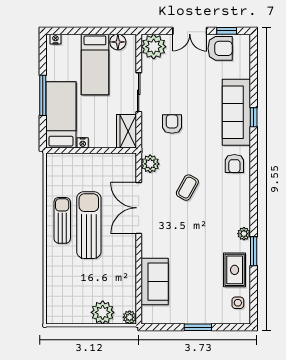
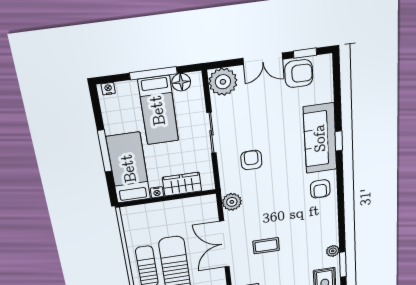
window: (95, 31) -> (153, 73), added
wardrobe: (127, 131) -> (182, 184), moved, turned 90
coffee table: (187, 188) -> (266, 246), moved, turned 61

